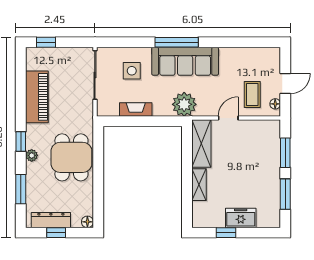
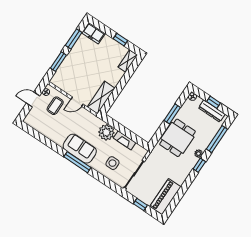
window: (46, 42) -> (140, 205), moved
sofa: (185, 61) -> (80, 149), width x0.73
piano: (37, 97) -> (165, 197), moved
plant: (184, 104) -> (106, 132), moved
window: (98, 183) -> (172, 114), added
shelving: (199, 185) -> (128, 61), moved
window: (21, 189) -> (217, 139), width x1.44
freezer: (241, 218) -> (93, 33), moved

